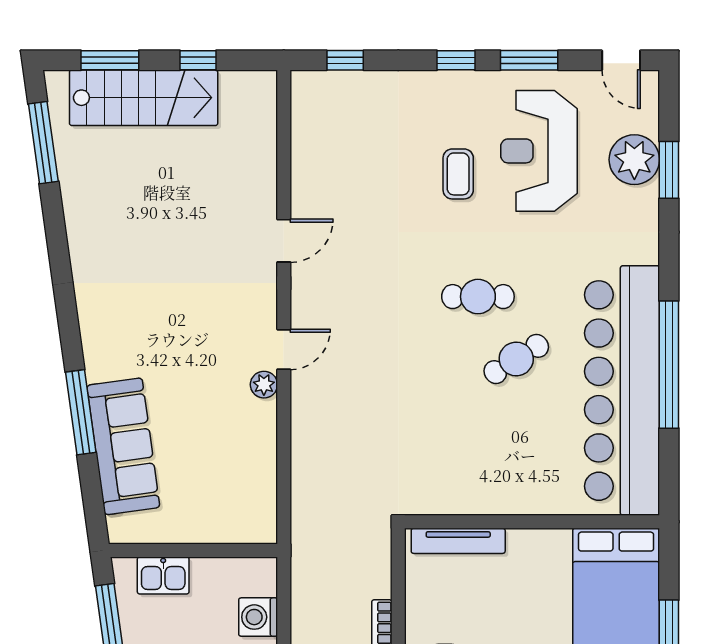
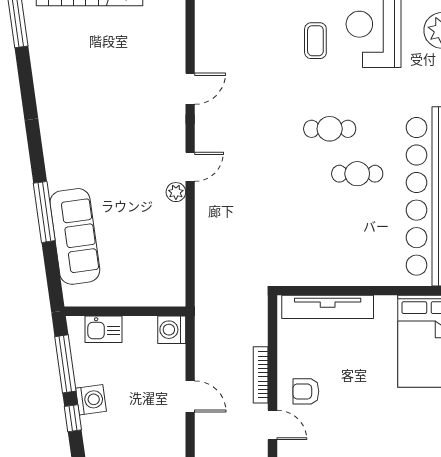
cafe table: (516, 359) -> (357, 174), turned 32
tv unit: (458, 541) -> (328, 307), width x1.36, depth x1.29
washing machine: (258, 617) -> (172, 330), moved

